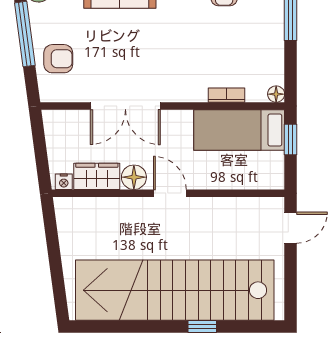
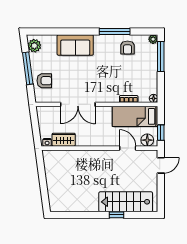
window: (290, 140) -> (161, 133), moved
floor lamp: (134, 177) -> (147, 140), moved
door: (170, 193) -> (128, 148), moved
stairs: (175, 290) -> (126, 202), width x0.54, depth x0.66

